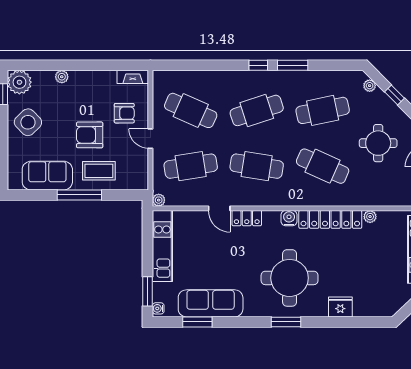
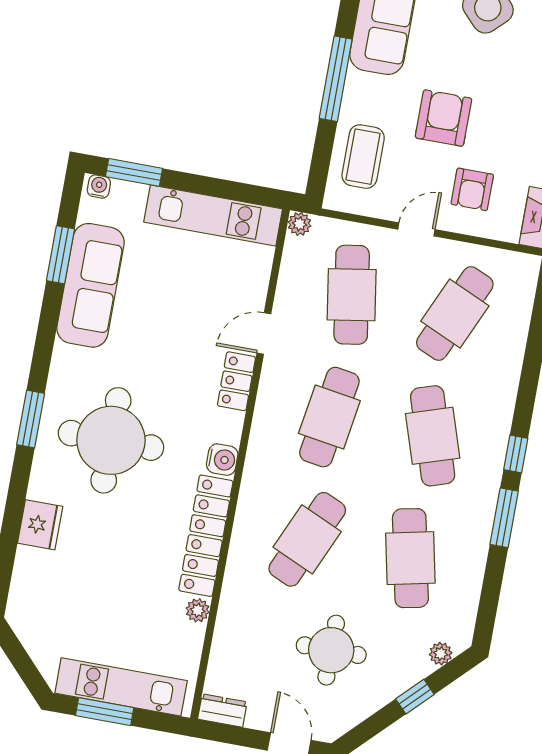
coffee table: (99, 171) -> (363, 157), moved

